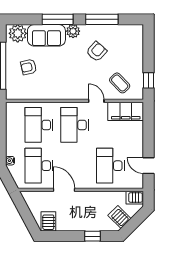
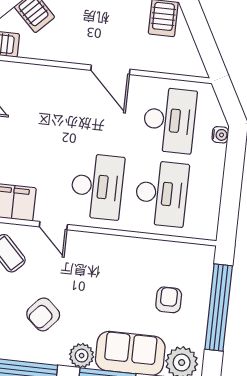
armchair: (29, 67) -> (169, 300), turned -77
desk: (110, 166) -> (41, 106), removed
door: (64, 190) -> (110, 70), moved

